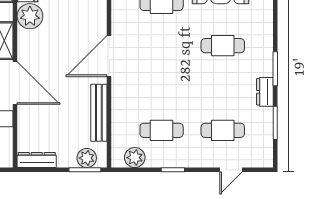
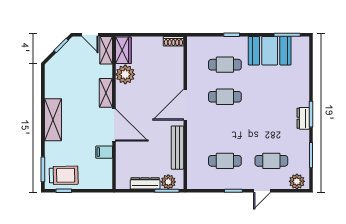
cafe table: (223, 46) -> (225, 97), moved
dresser: (265, 92) -> (303, 118), moved
plant: (135, 158) -> (297, 181), moved
dresser: (37, 160) -> (145, 183), moved
door: (231, 170) -> (262, 191), moved

